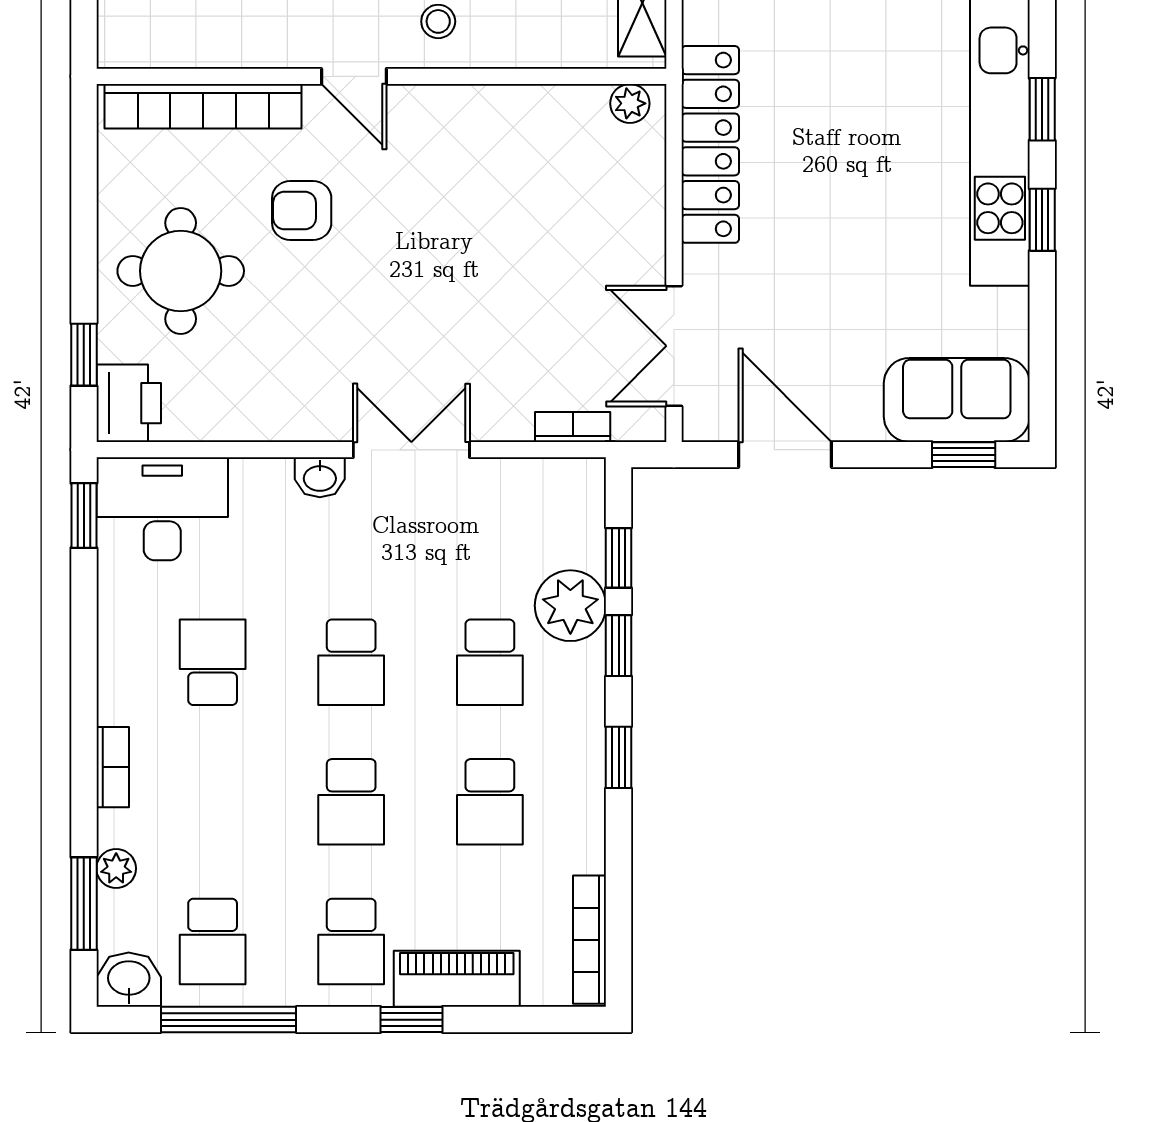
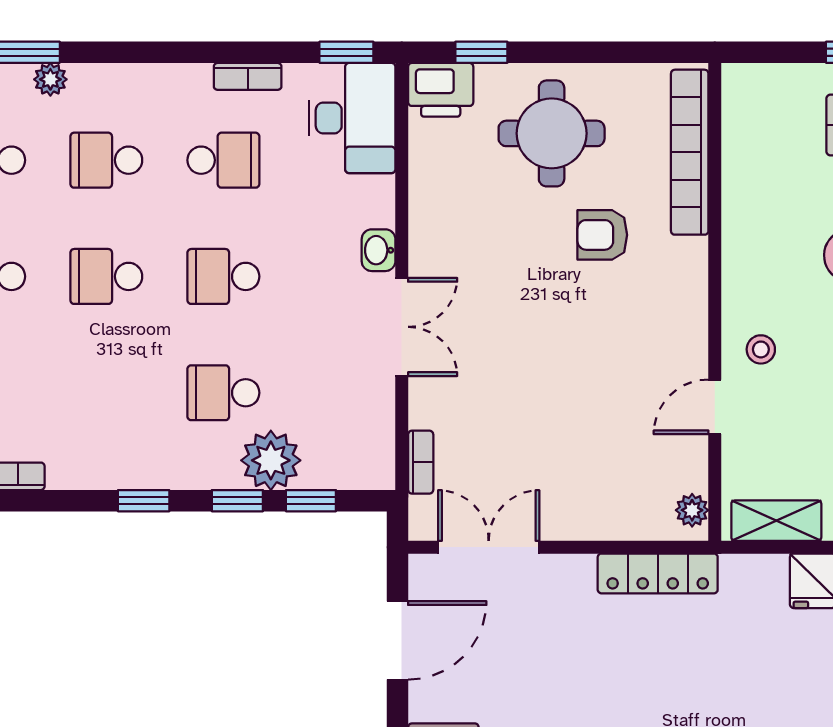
door: (354, 76) -> (715, 407), moved
locker: (710, 144) -> (658, 573), width x0.71, depth x0.83
armchair: (302, 210) -> (602, 235), turned -90
bookcase: (113, 767) -> (248, 76), moved
school desk: (490, 802) -> (106, 160), moved

